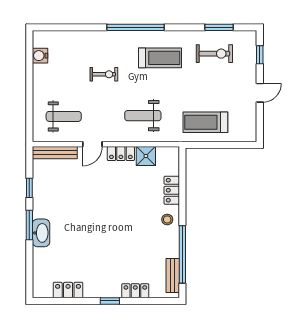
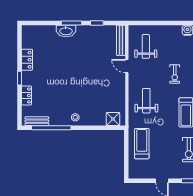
weight bench: (64, 116) -> (146, 46), turned 180
locker: (121, 154) -> (120, 86), removed
shower: (146, 156) -> (113, 119), moved
locker: (172, 190) -> (95, 120), removed
locker: (68, 290) -> (27, 60), moved

